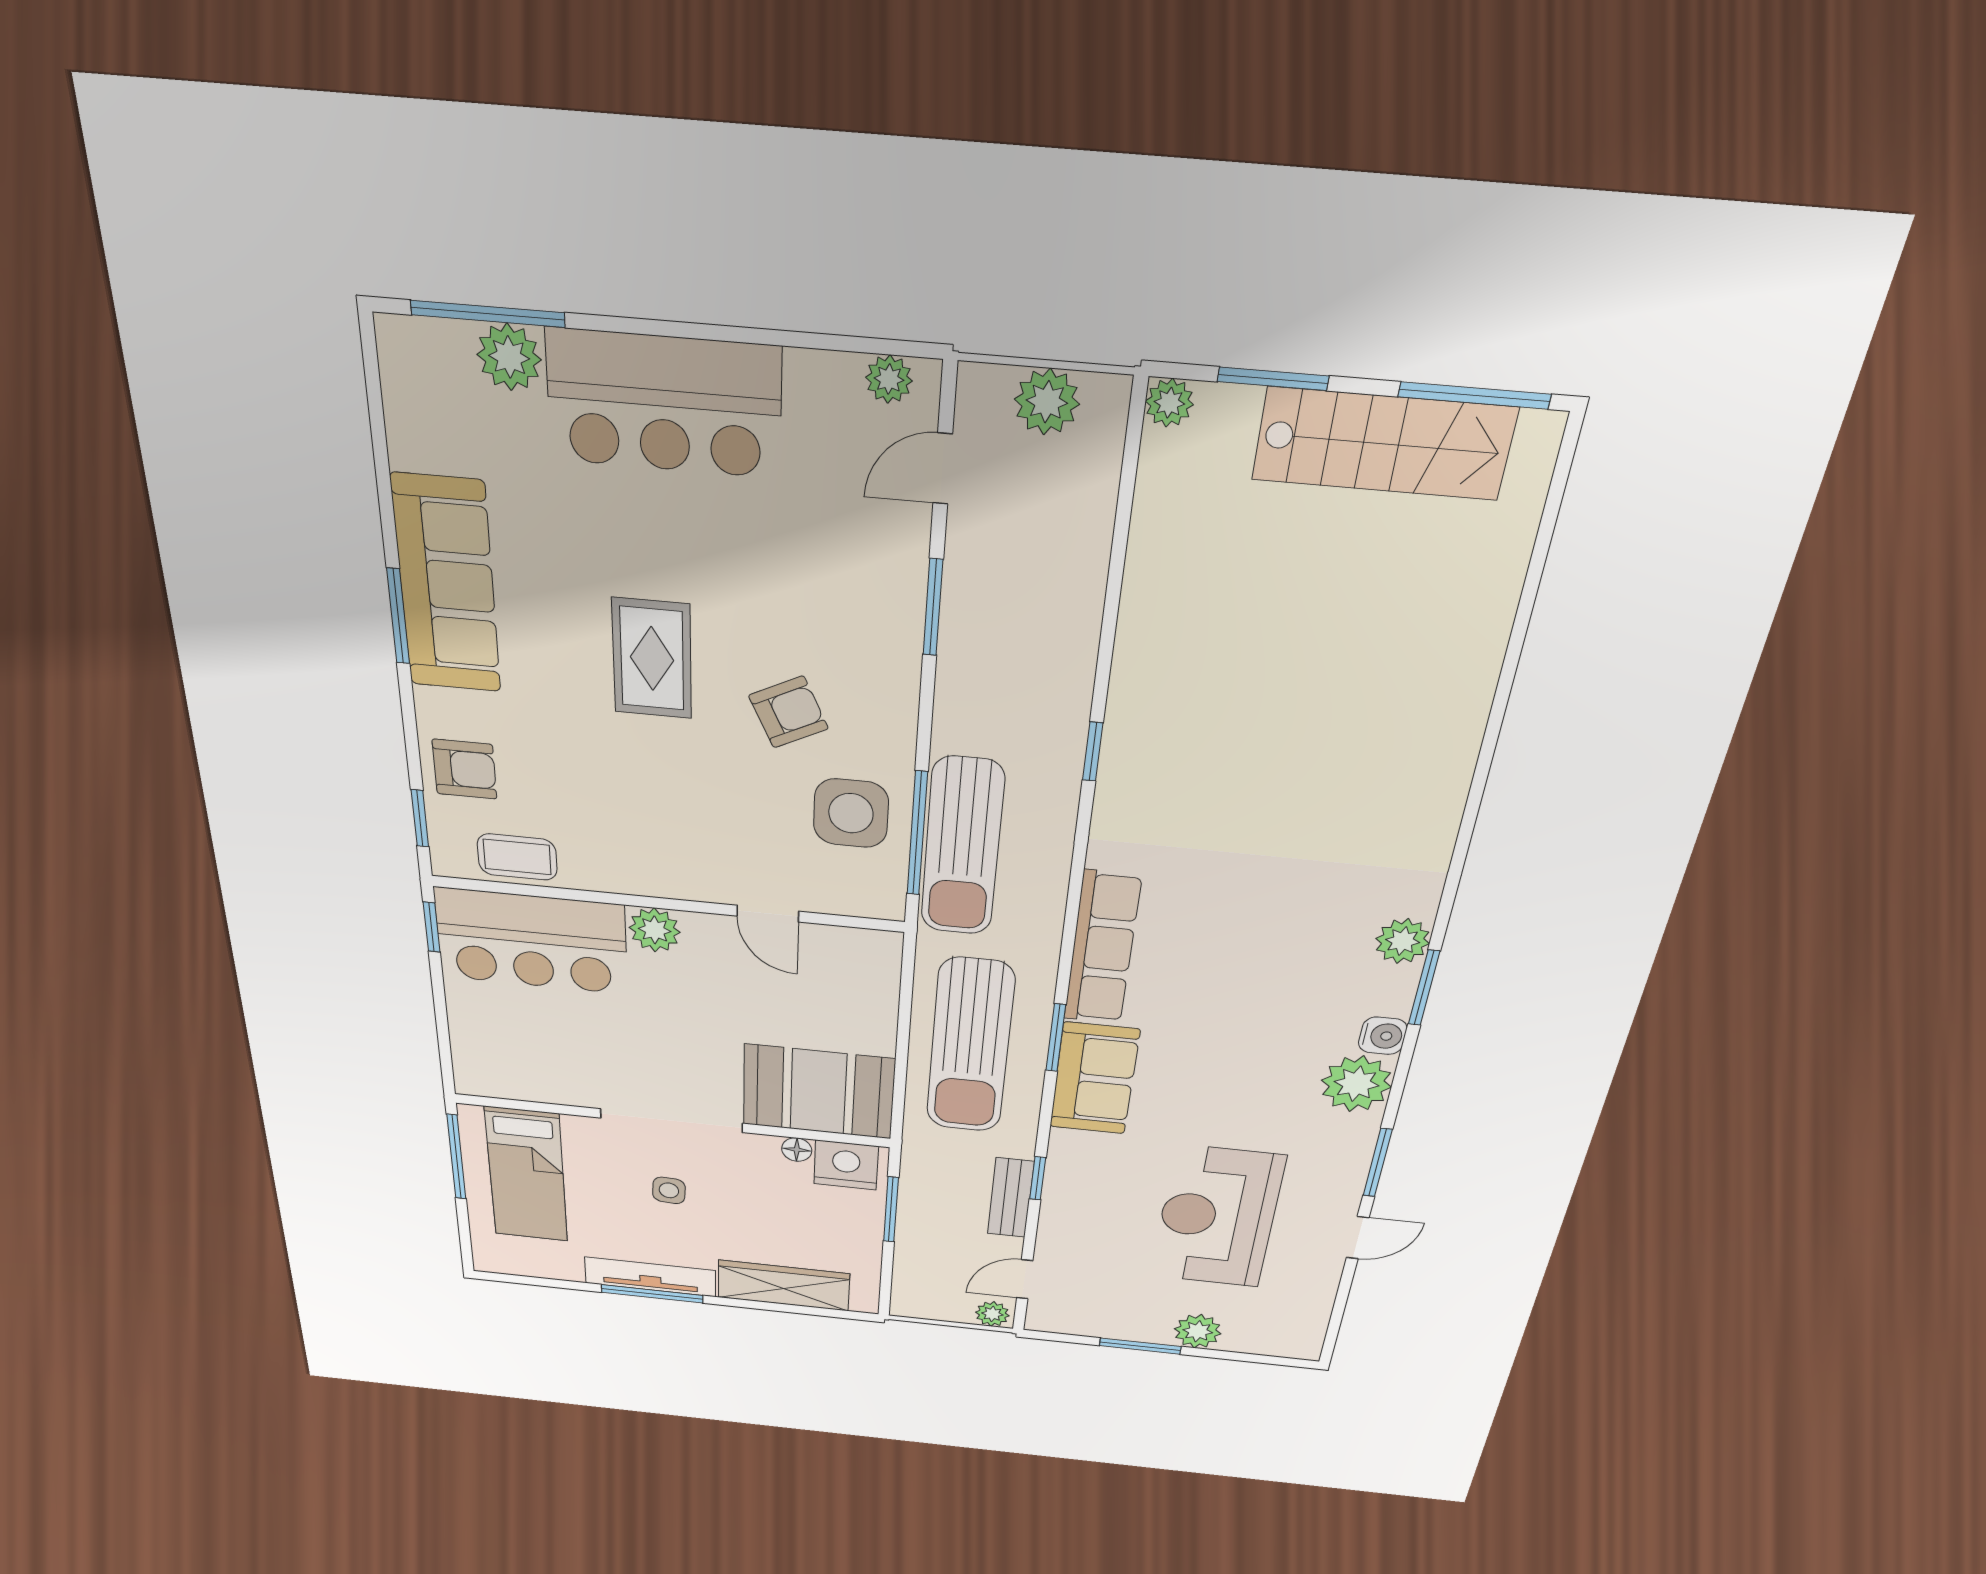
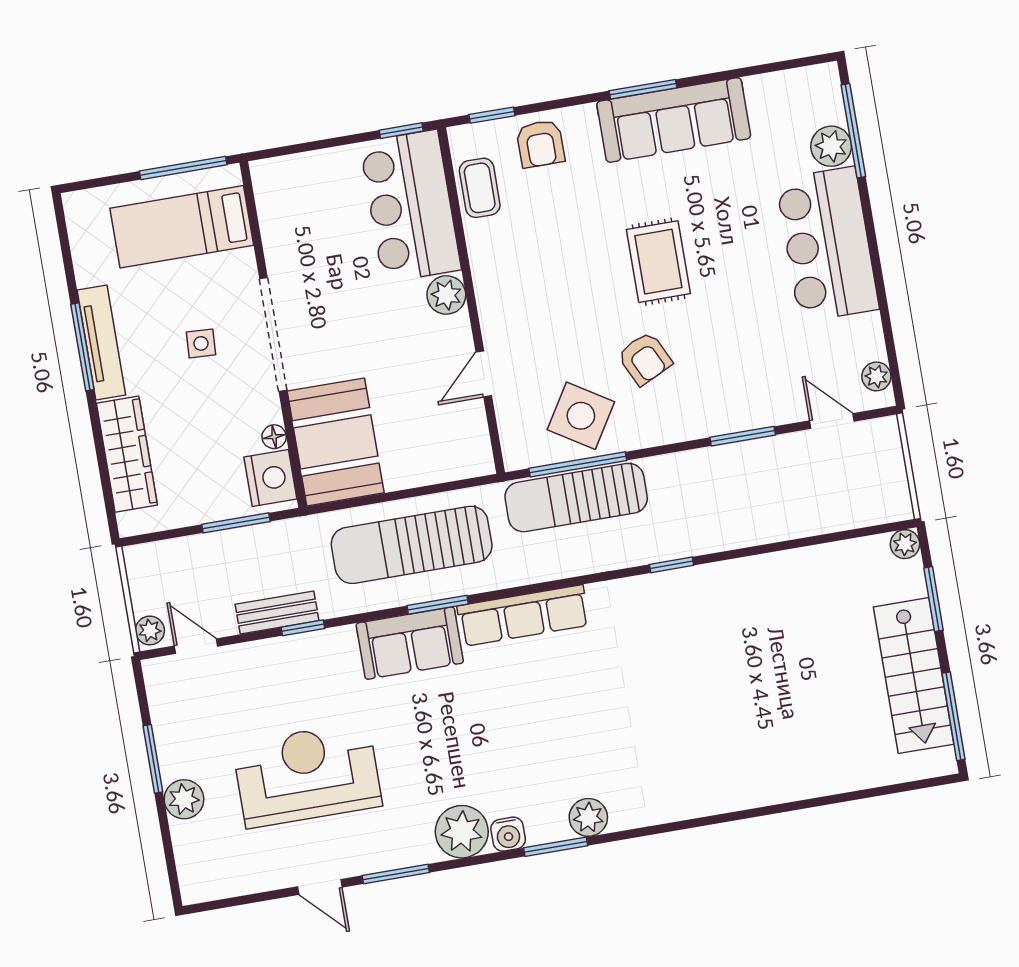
plant: (1047, 402) -> (887, 473), removed
rug: (652, 659) -> (658, 262), turned 90
side table: (851, 813) -> (581, 416), turned 32

